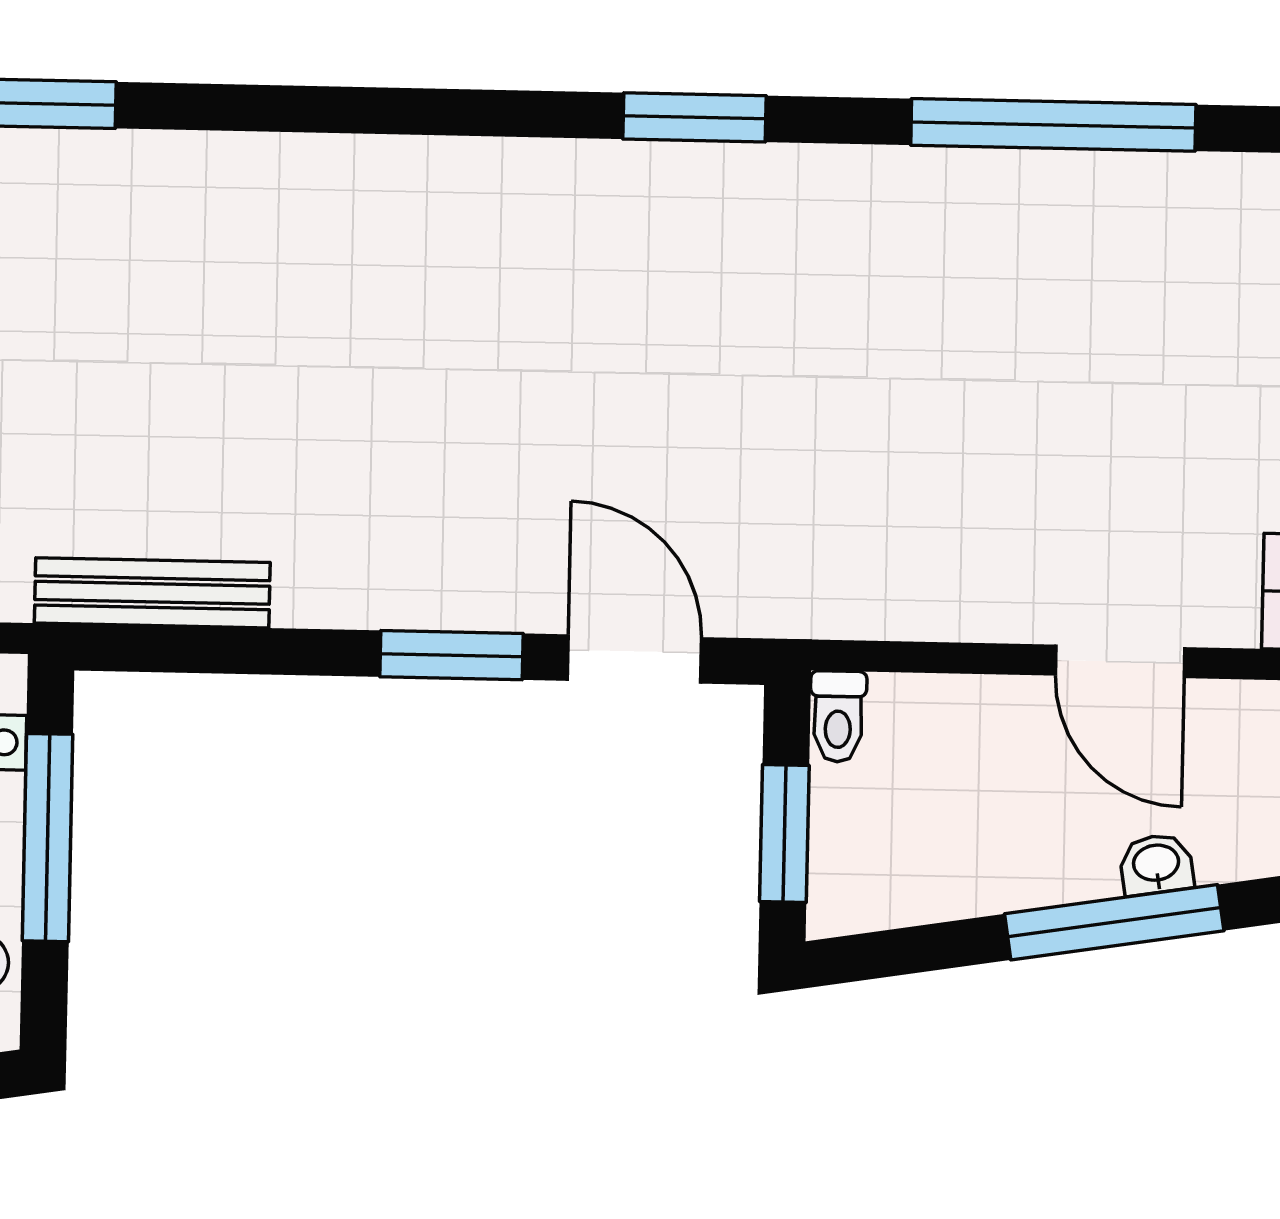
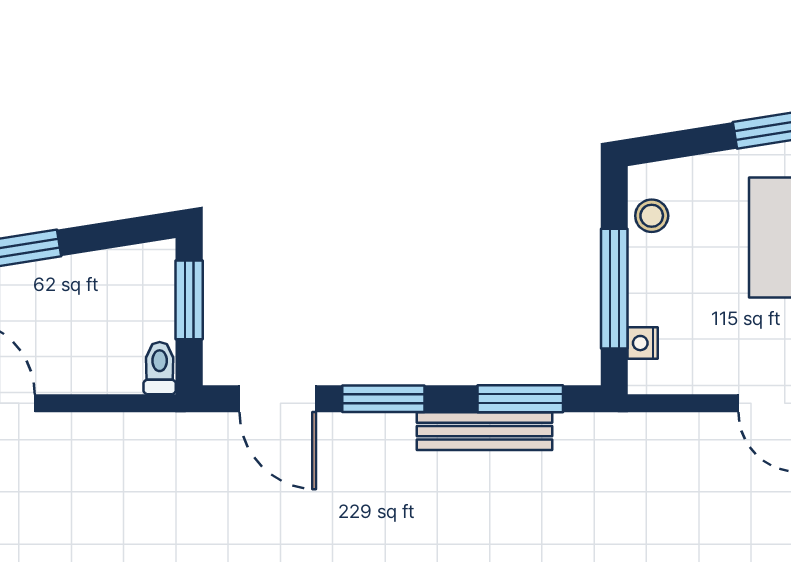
bench: (152, 593) -> (484, 431), moved
window: (214, 650) -> (520, 399), added

